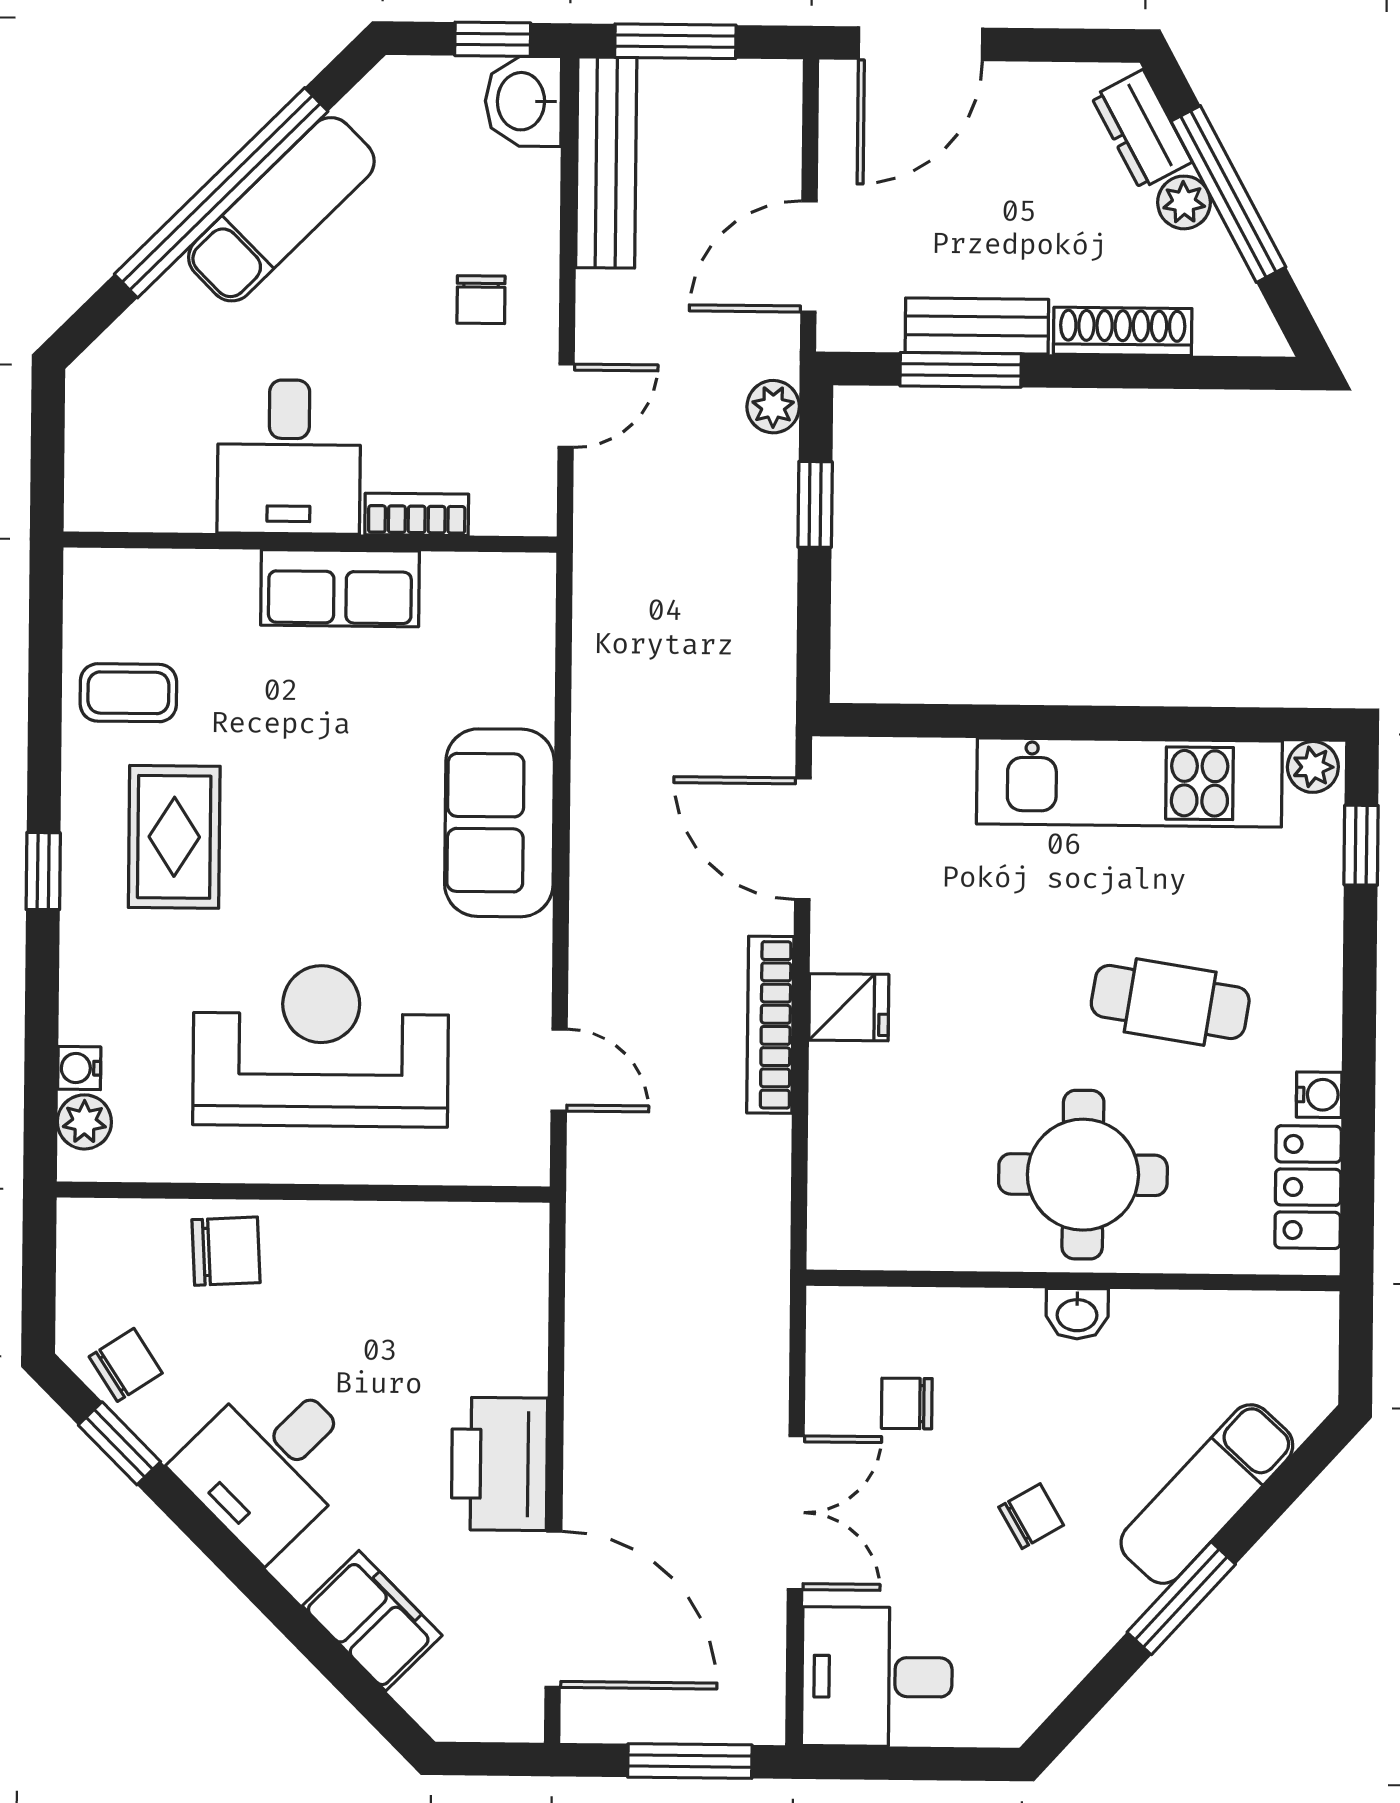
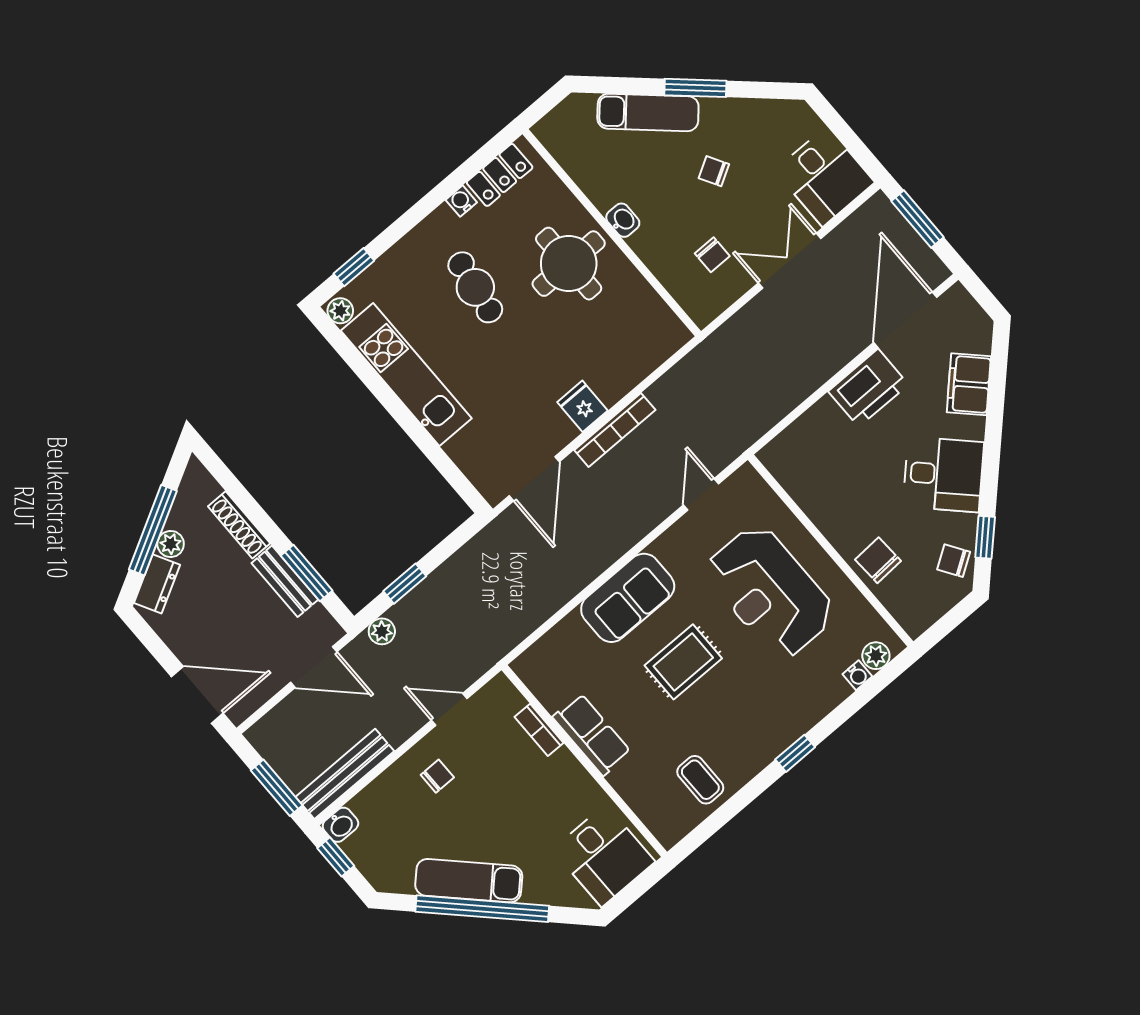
washbasin: (523, 101) -> (340, 825), width x0.72, depth x0.69
desk: (289, 457) -> (604, 856), moved, turned 90
rug: (174, 837) -> (683, 662), moved

